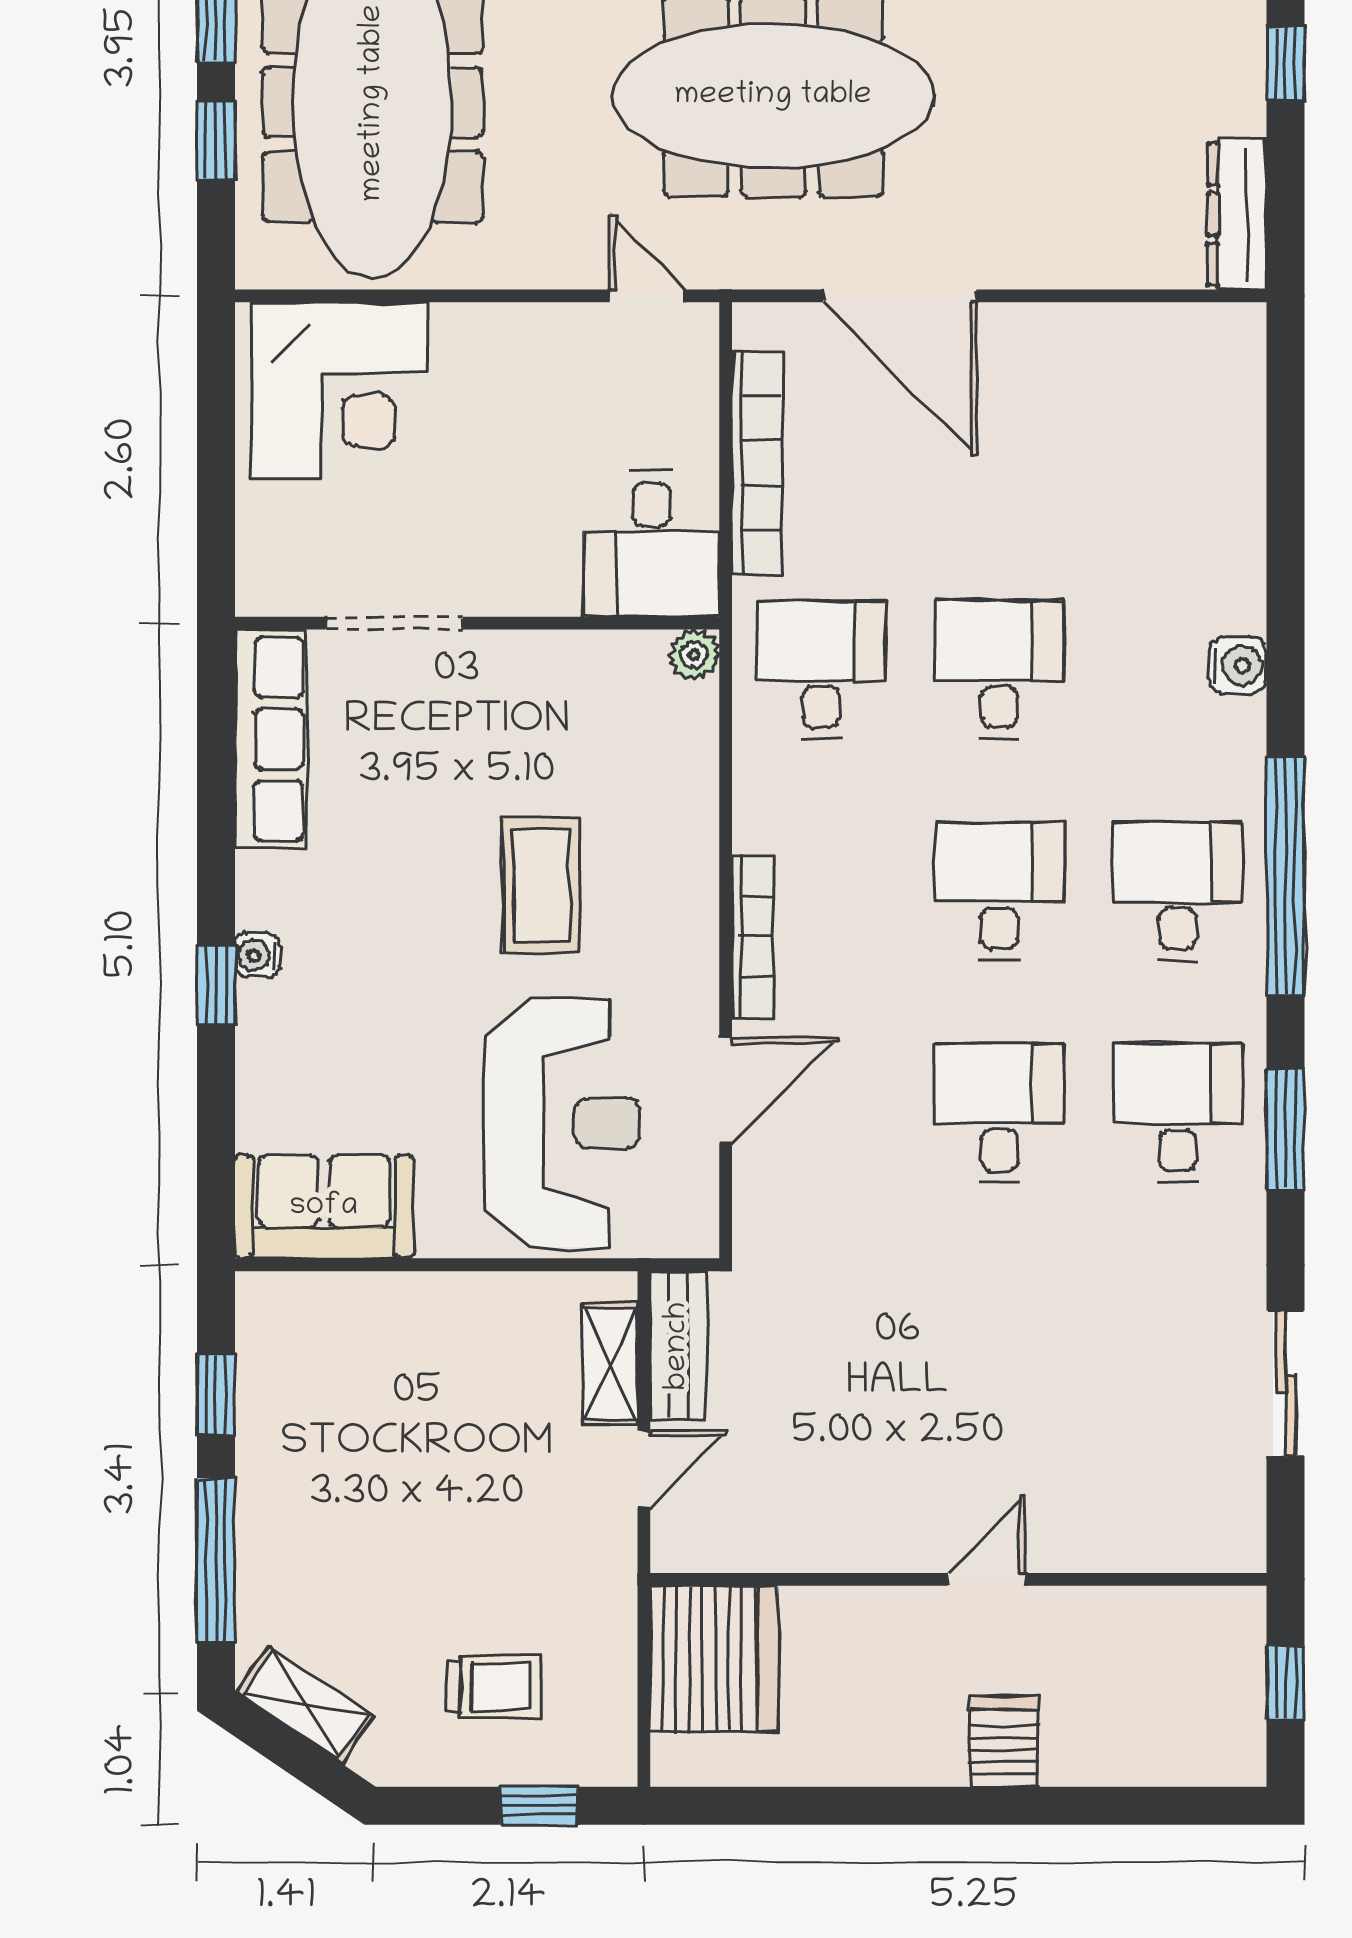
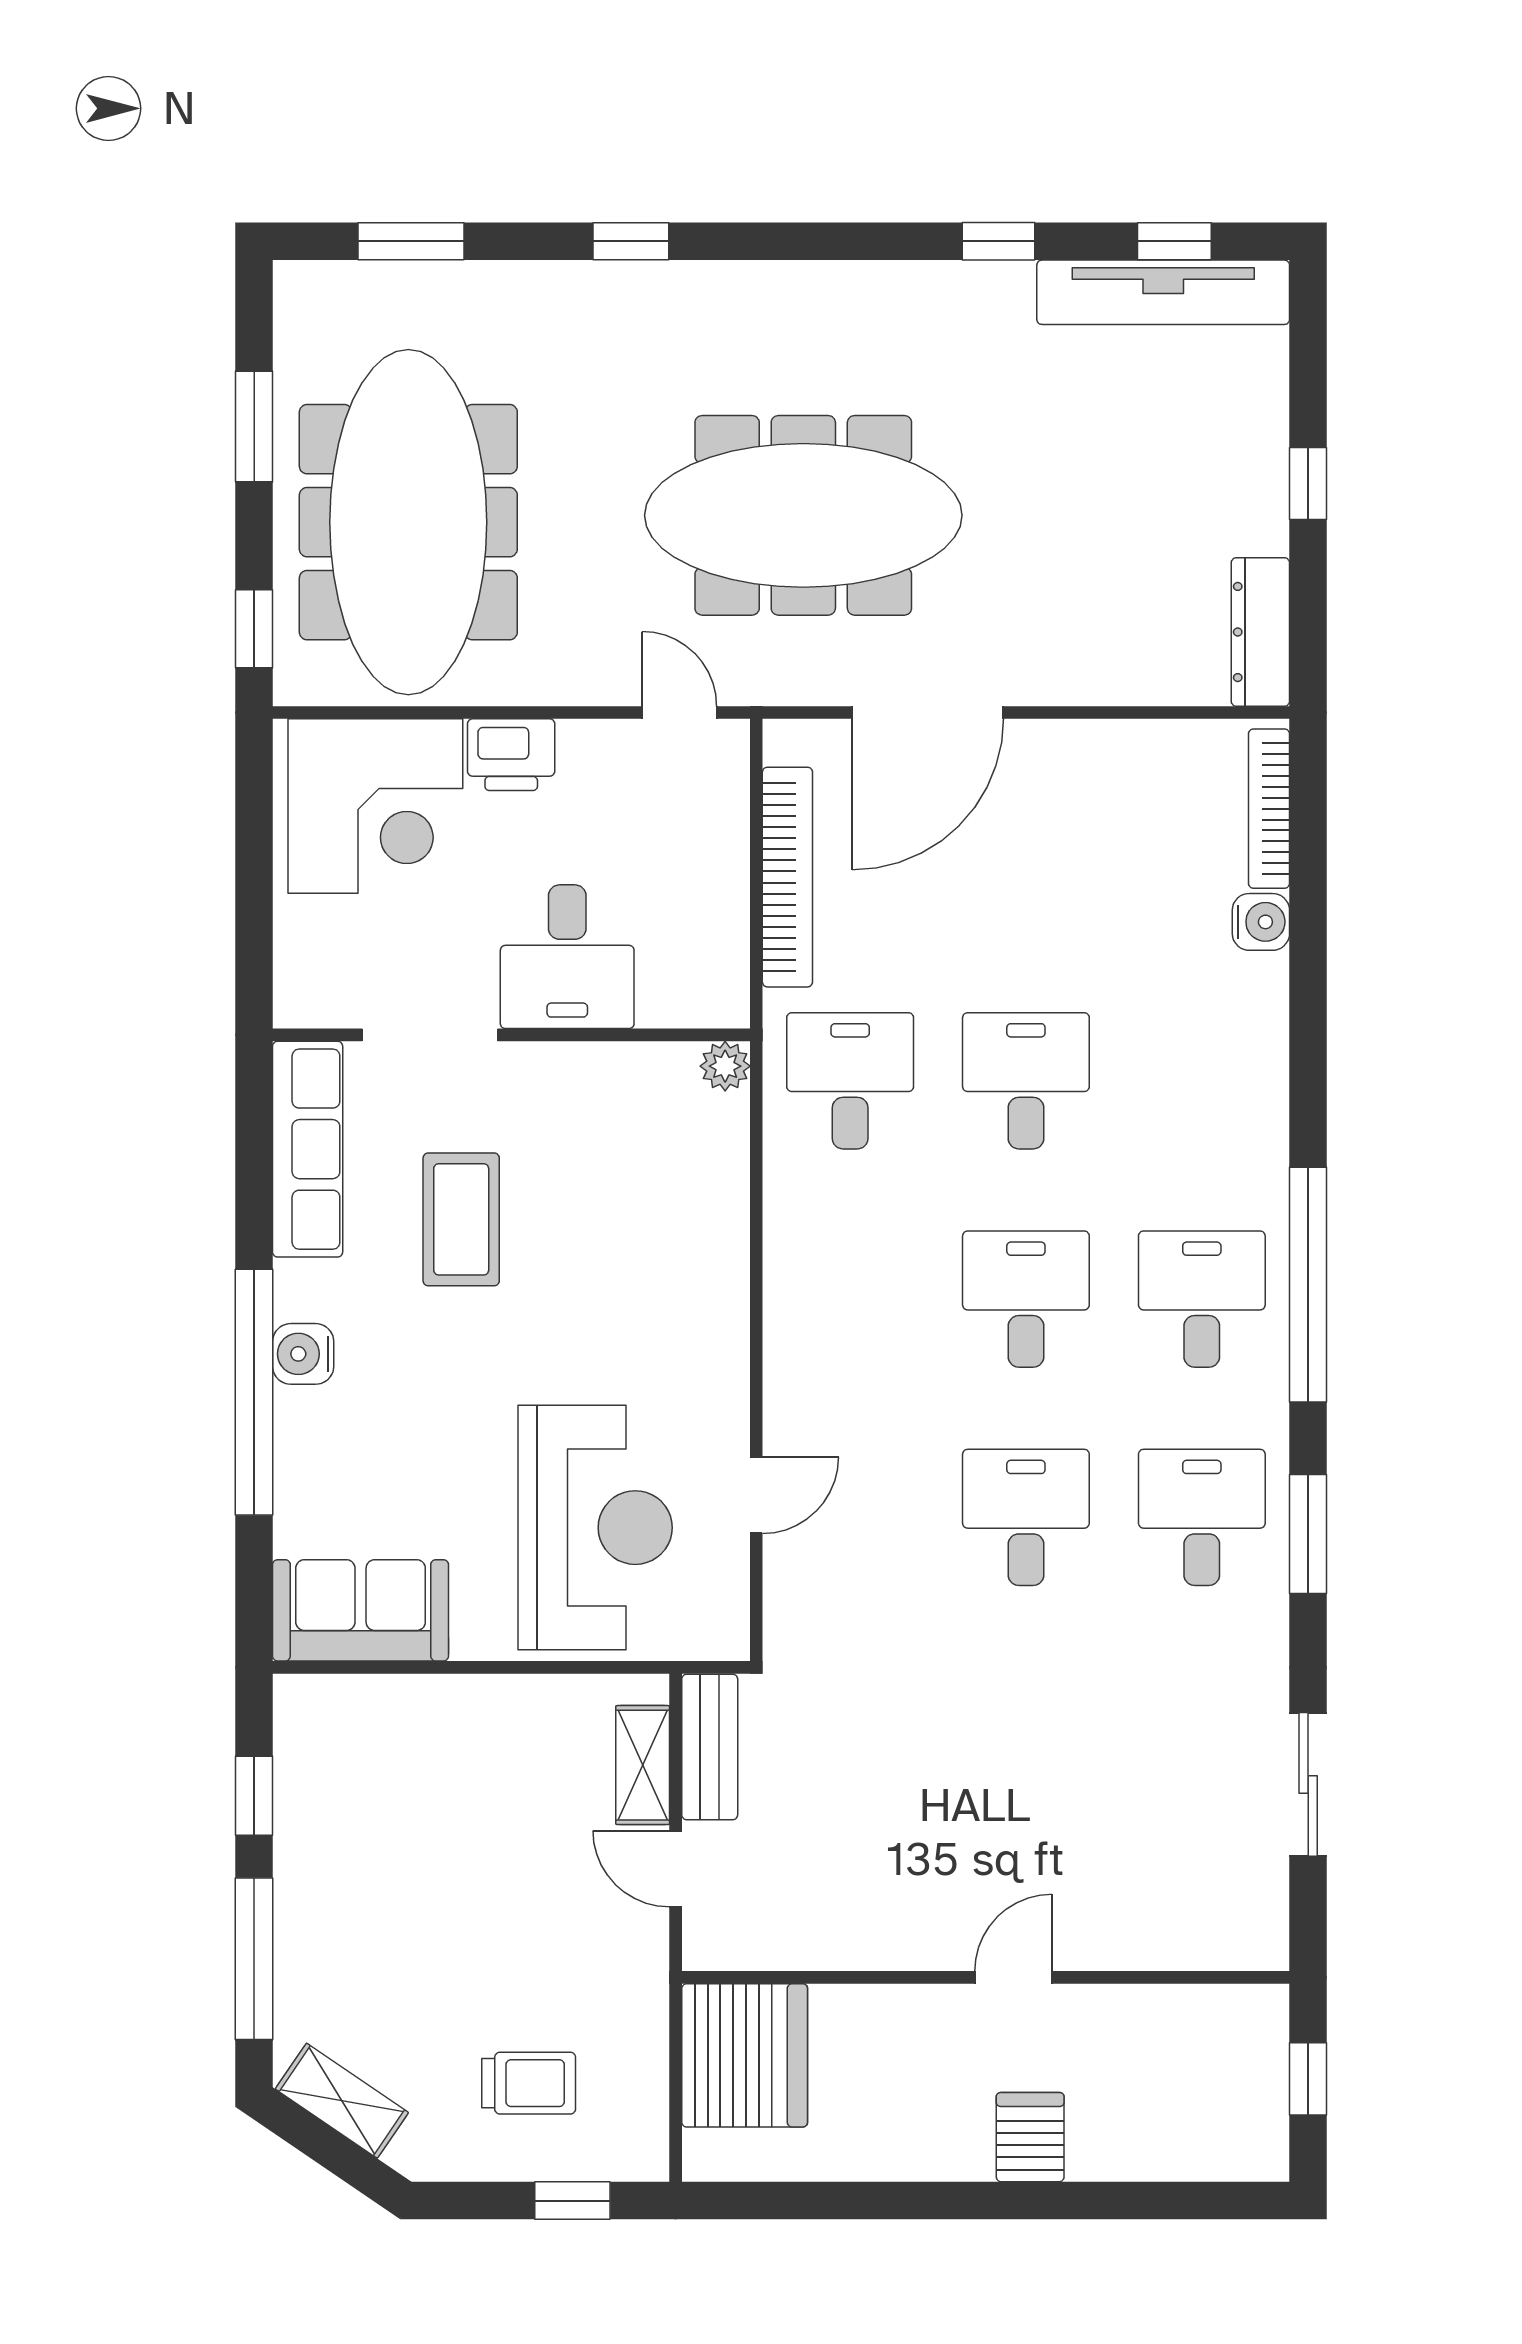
window: (216, 140) -> (254, 629), moved
door: (900, 296) -> (928, 713), hinge flipped
printer: (477, 339) -> (511, 755), added
desk: (652, 544) -> (567, 957), moved
water cooler: (1238, 665) -> (1261, 922), moved
coffee table: (541, 886) -> (461, 1219), moved
bookcase: (753, 936) -> (1269, 809), moved, turned 180
water cooler: (257, 955) -> (303, 1354), width x1.38, depth x1.38
window: (216, 985) -> (254, 1392), width x3.17
door: (726, 1090) -> (756, 1495), width x0.73
door: (644, 1469) -> (676, 1869), swing flipped

